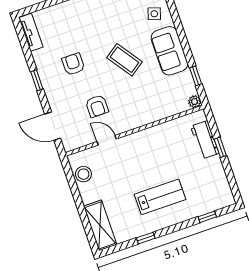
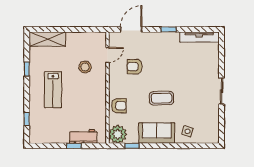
tv unit: (31, 32) -> (199, 37), width x1.41
coffee table: (124, 60) -> (161, 98), turned 34
armchair: (73, 64) -> (119, 106), moved
plant: (195, 102) -> (118, 134), width x1.88, depth x1.88
door: (107, 140) -> (107, 55), moved
stool: (83, 174) -> (85, 67), moved

